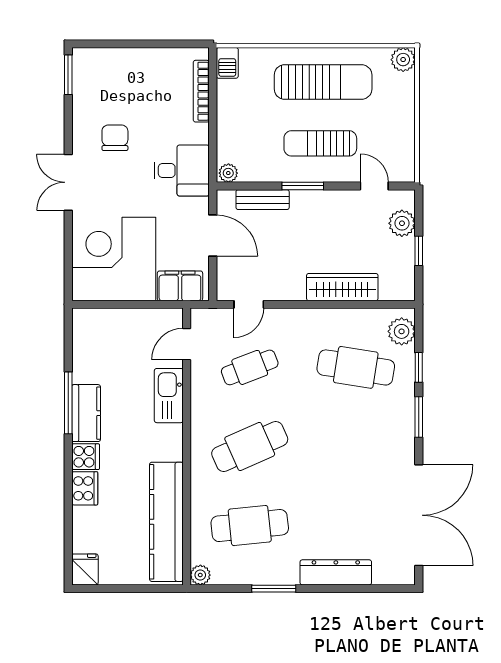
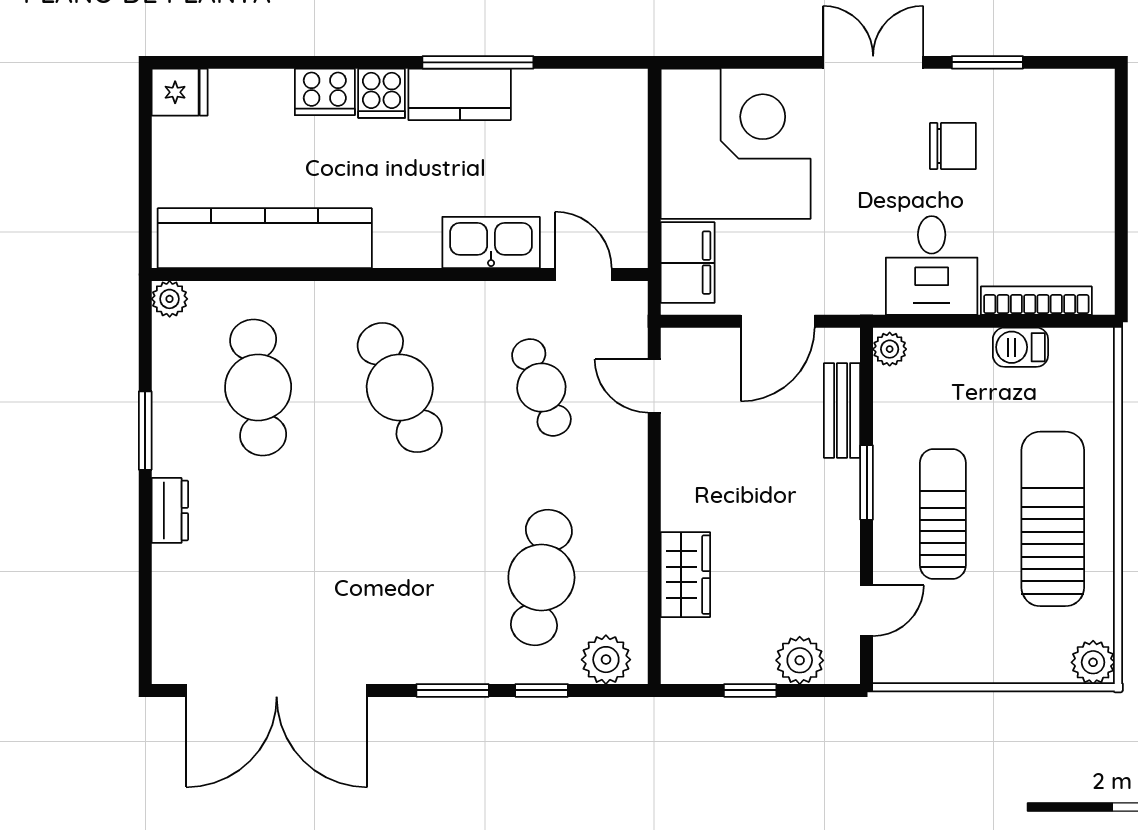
barbecue: (227, 63) -> (1020, 347), moved
window: (68, 75) -> (987, 62), moved
sun lounger: (323, 82) -> (1053, 519), turned 180
desk: (182, 170) -> (932, 265), moved
wardrobe: (342, 287) -> (685, 575), width x0.67
dresser: (336, 572) -> (170, 510), width x0.51, depth x0.80

